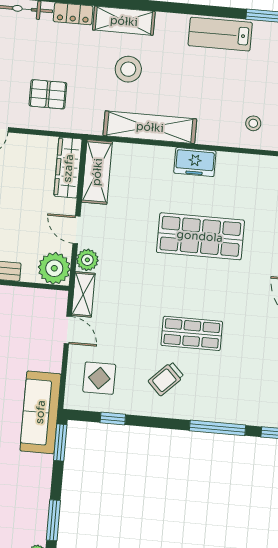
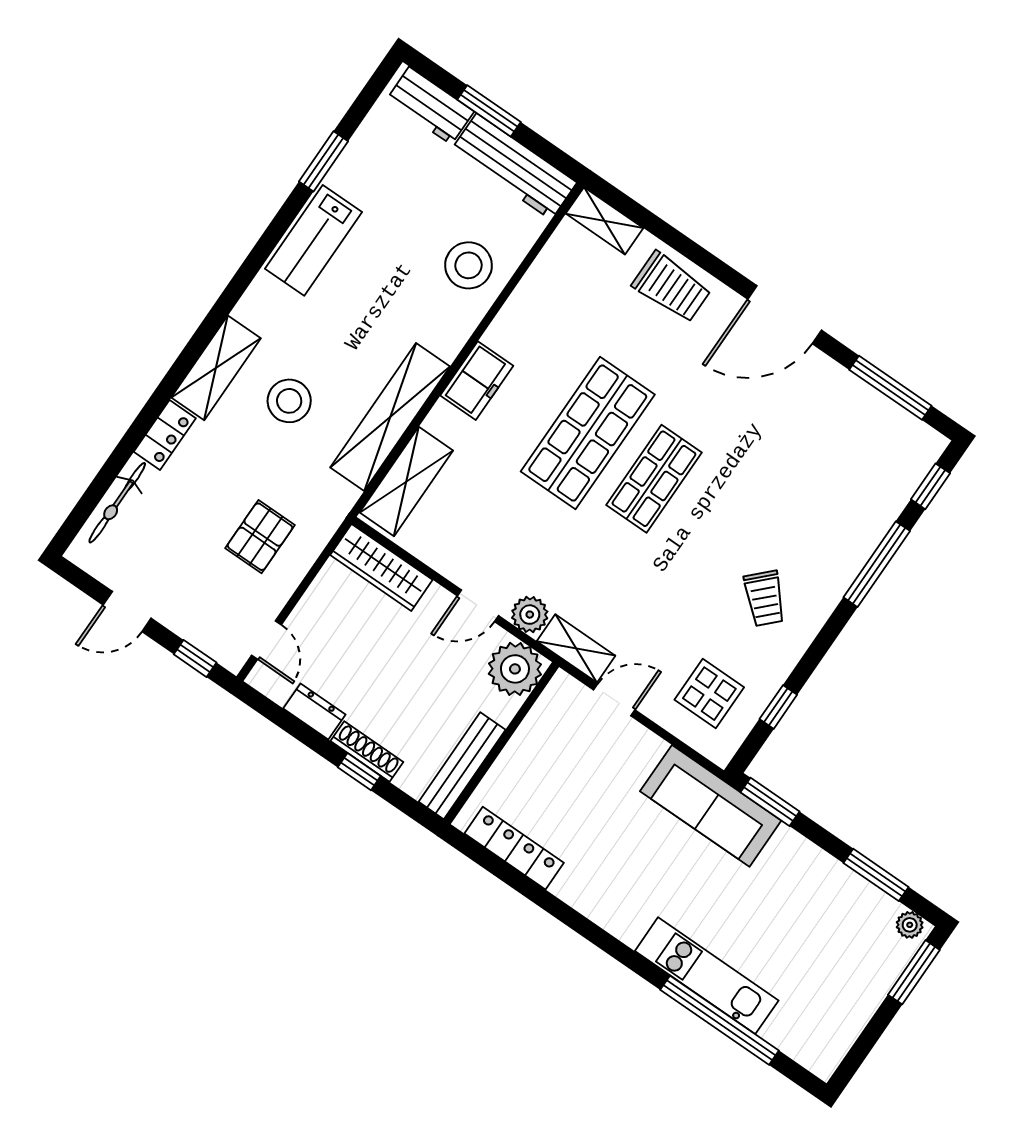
stool: (253, 123) -> (469, 265), width x1.89, depth x1.89
shelving: (97, 172) -> (406, 482), moved, turned 90
shop shelf: (192, 333) -> (654, 479), moved

